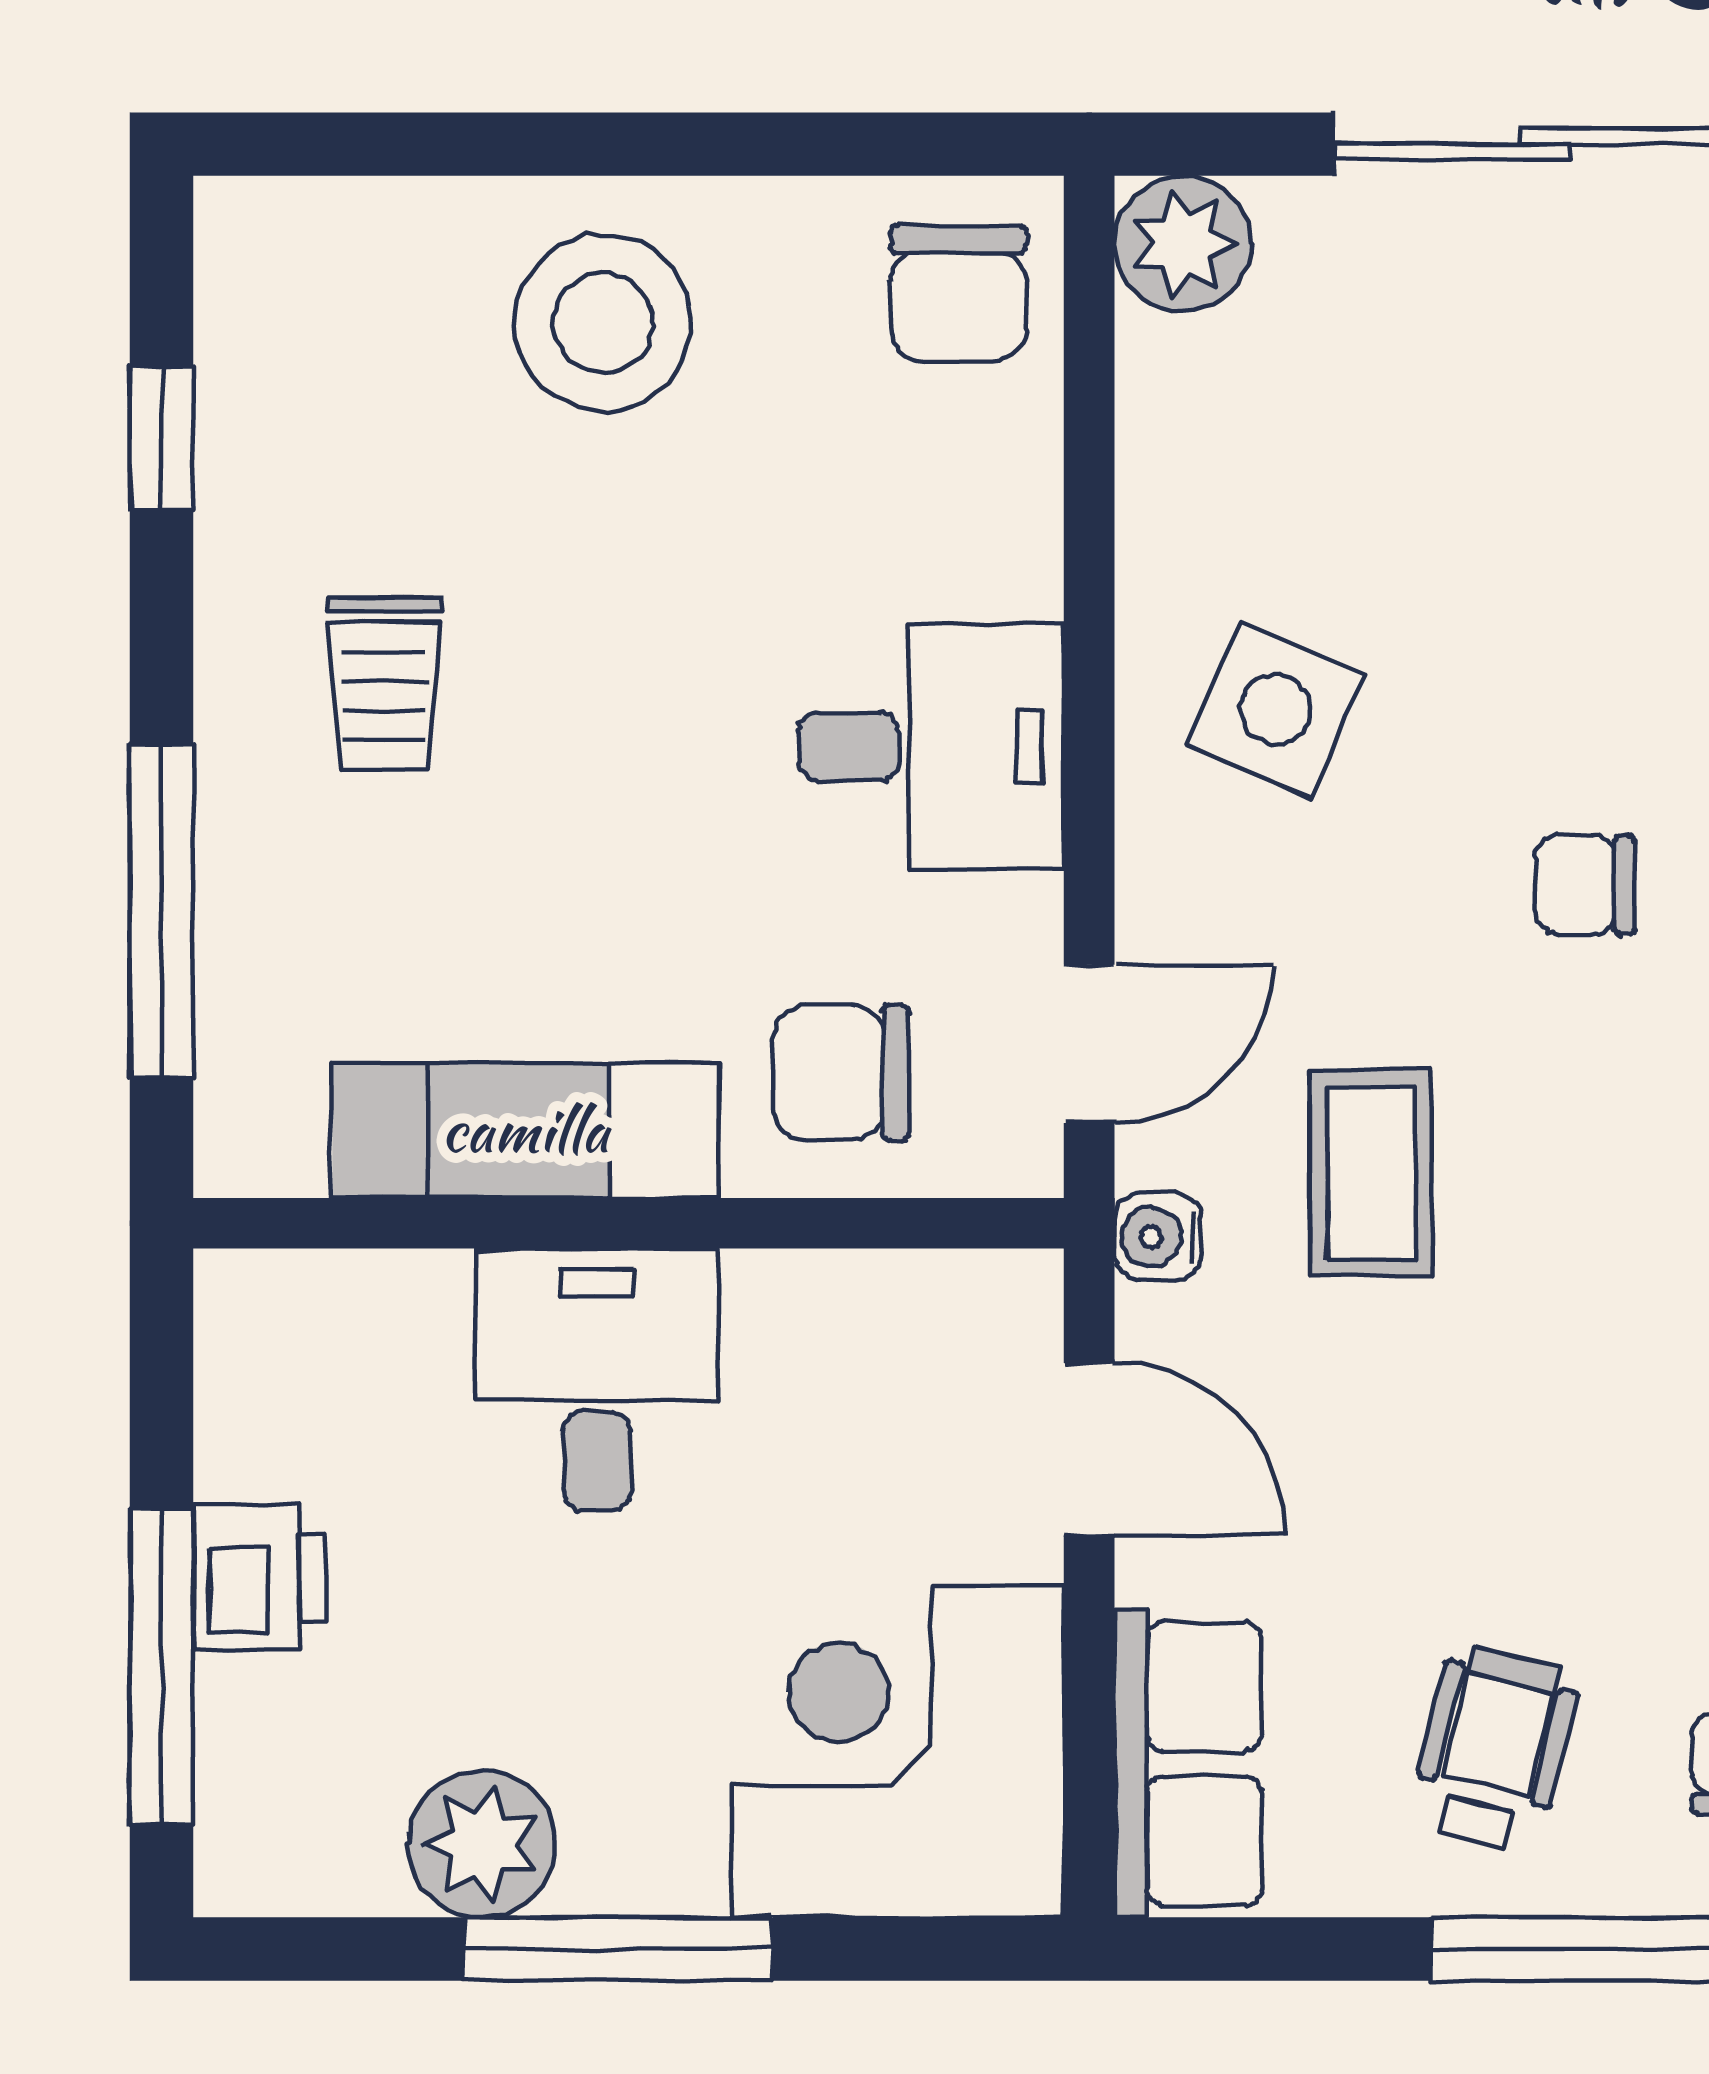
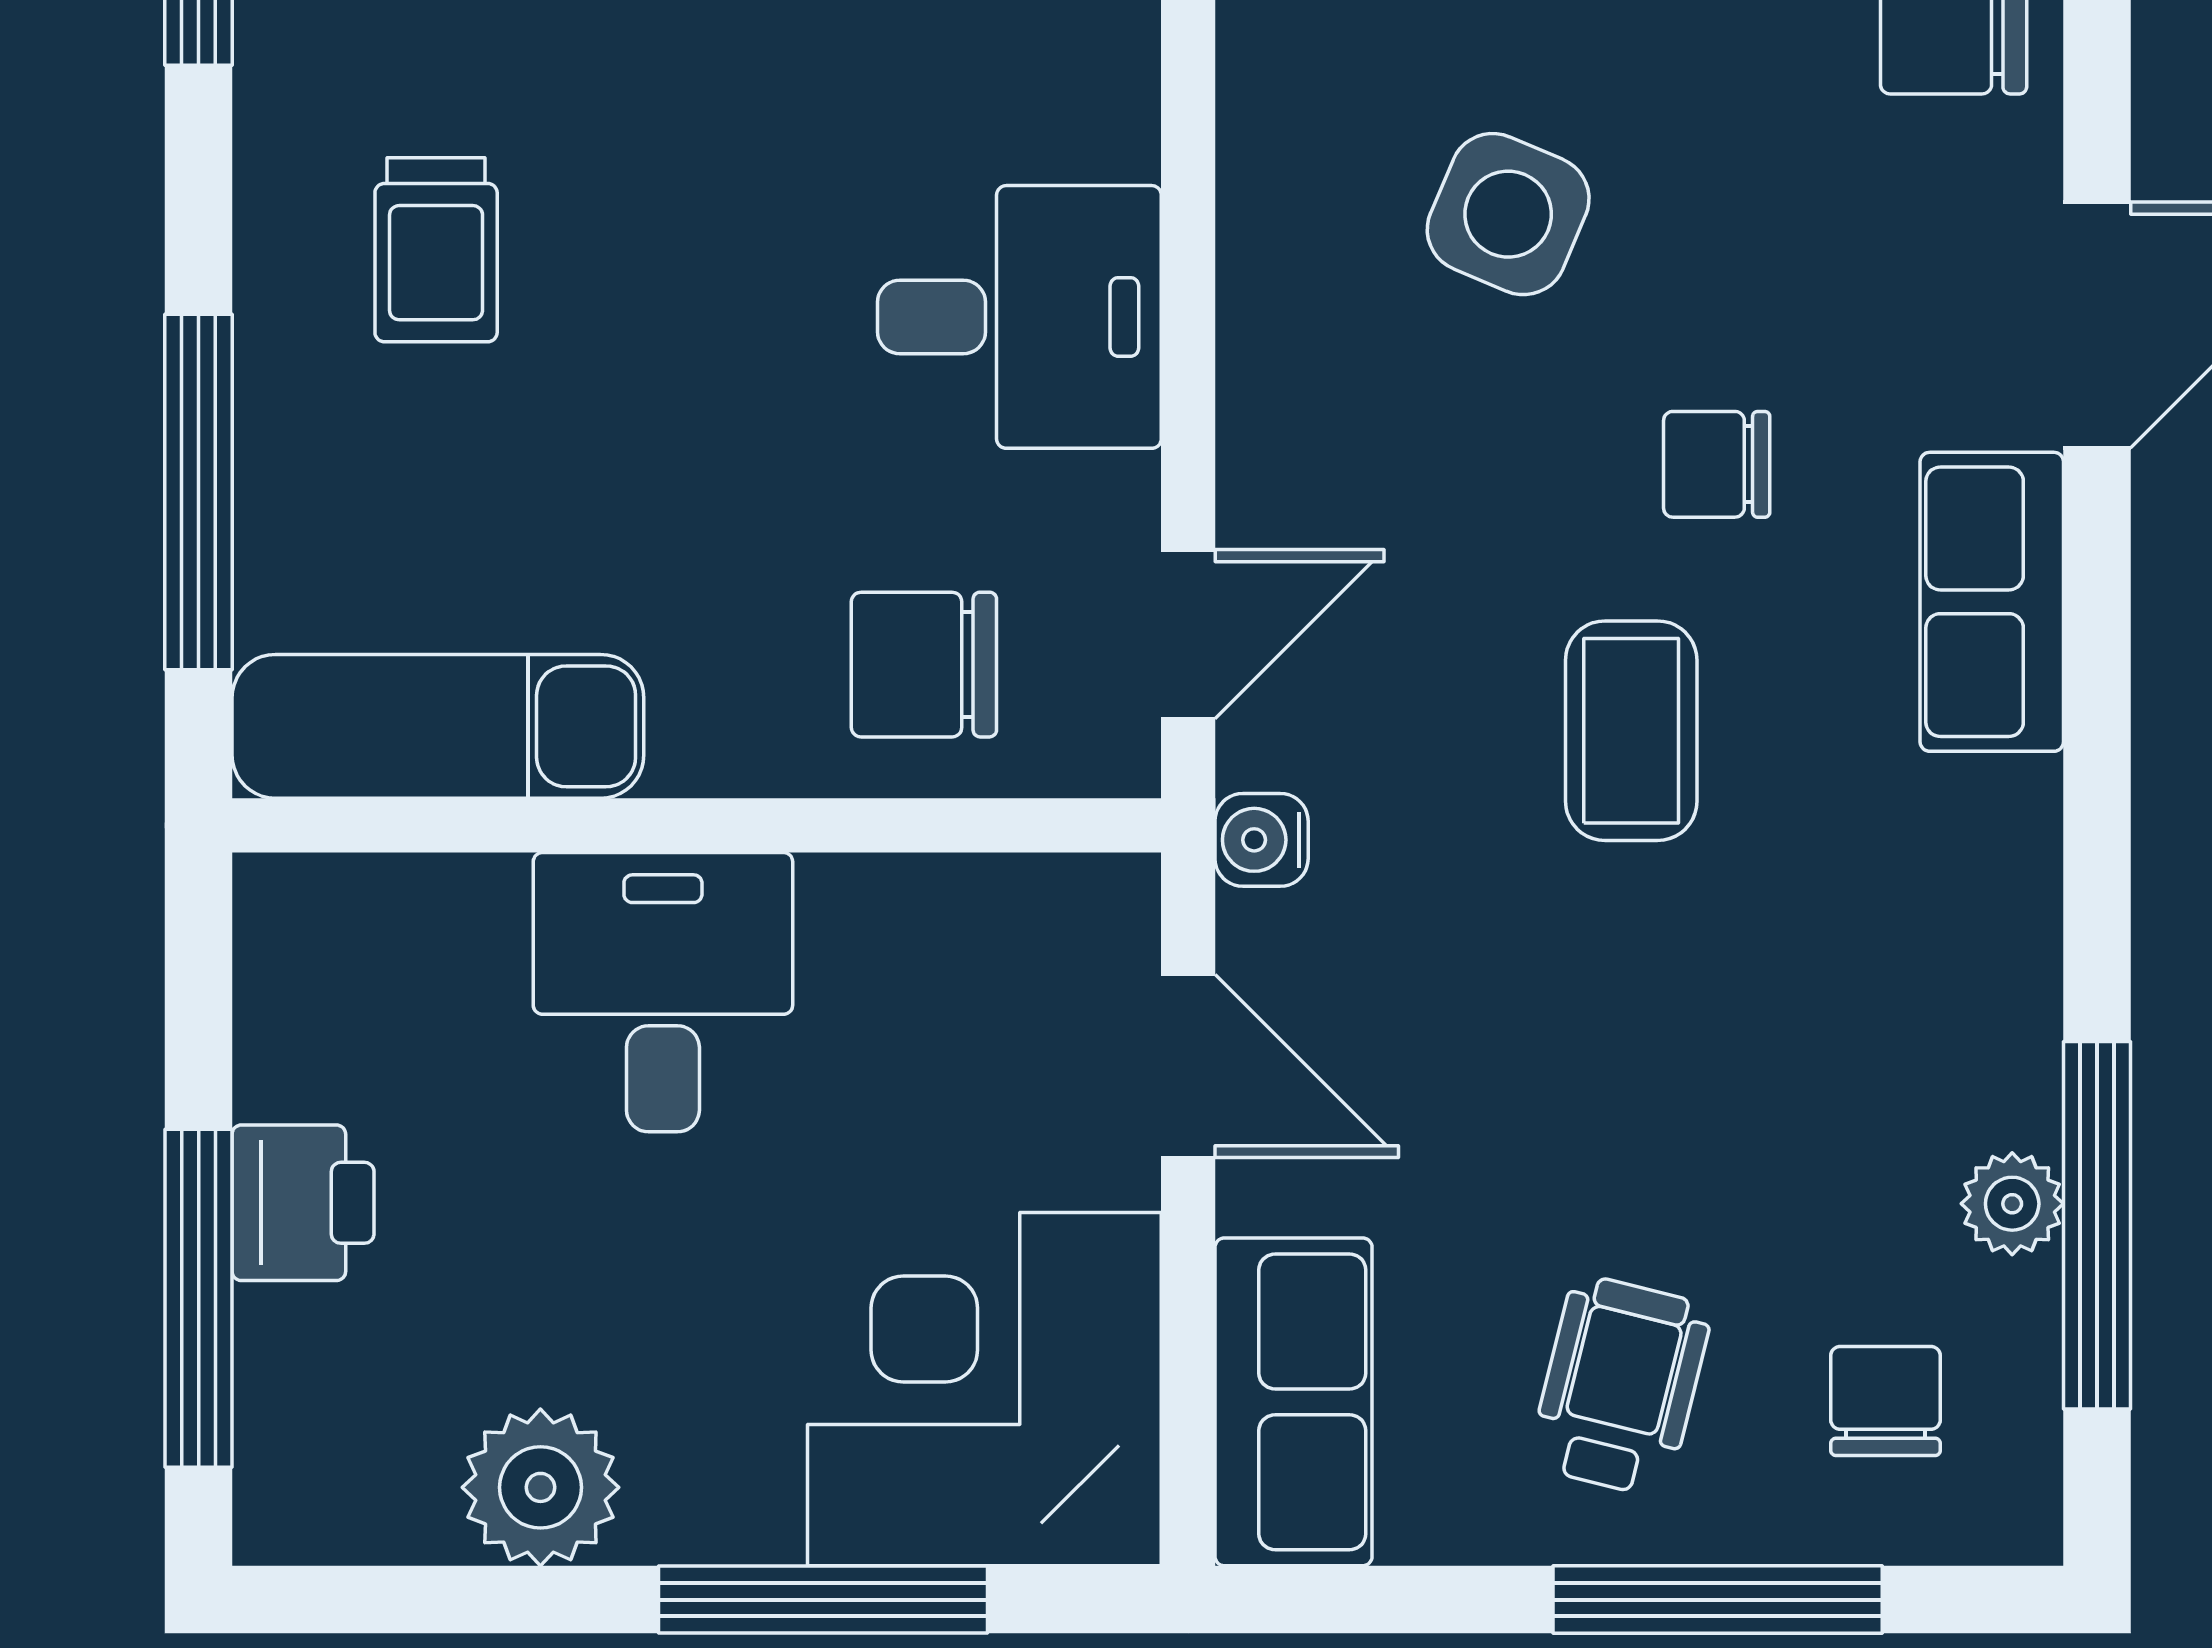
side table: (1275, 710) -> (1508, 214), moved
exam couch: (525, 1130) -> (438, 726), moved
coffee table: (1371, 1173) -> (1631, 731), moved
window: (618, 1949) -> (823, 1600), moved

